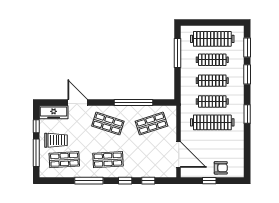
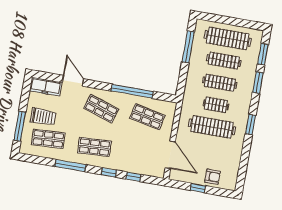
clothes rail: (212, 102) -> (216, 105), width x0.73
shop shelf: (151, 124) -> (147, 117), turned 30
window: (36, 126) -> (25, 98), removed

